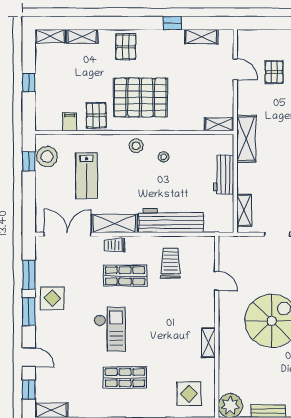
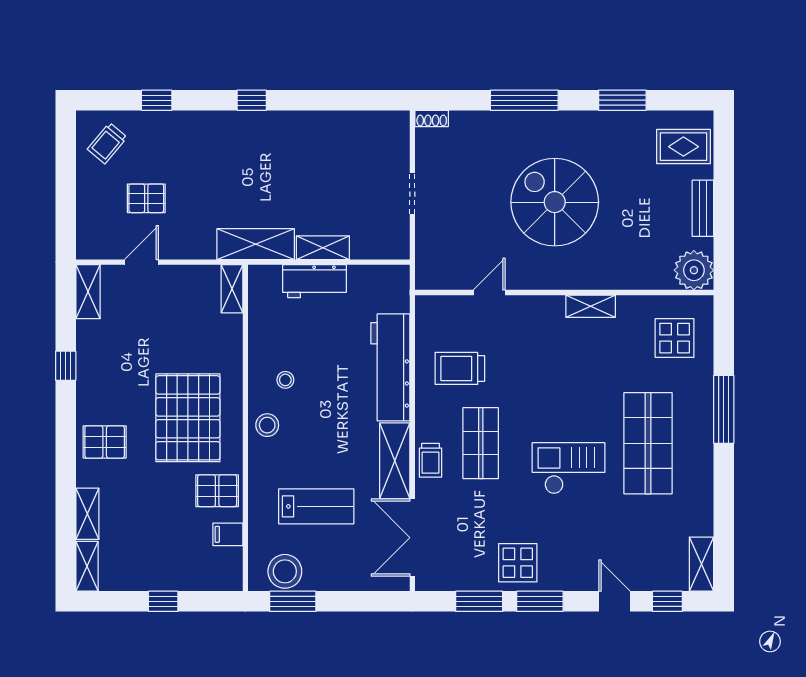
shelving: (201, 37) -> (88, 292), moved
window: (29, 161) -> (293, 601), width x1.50
shelving: (244, 210) -> (323, 248), moved
door: (29, 357) -> (614, 601), hinge flipped
shop shelf: (125, 378) -> (648, 443), width x1.43, depth x1.36

